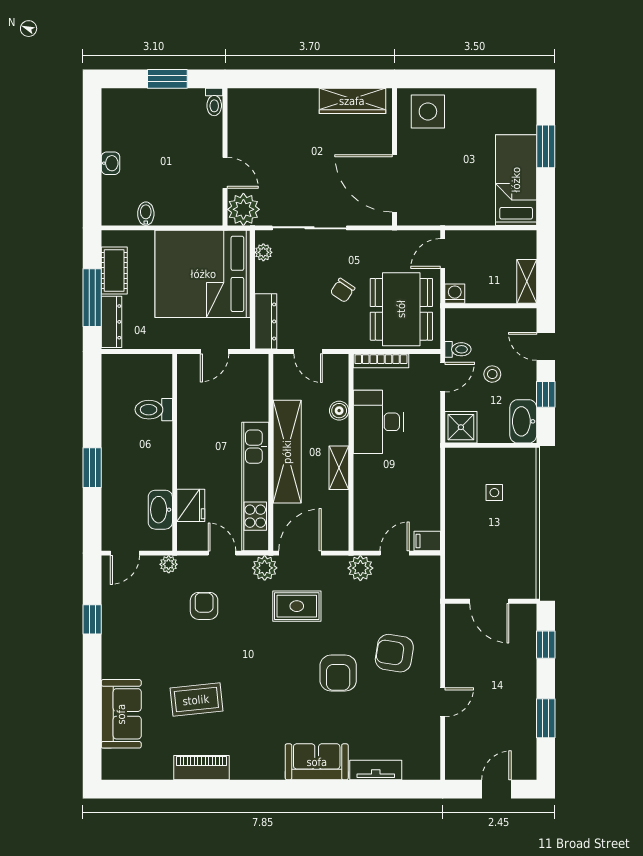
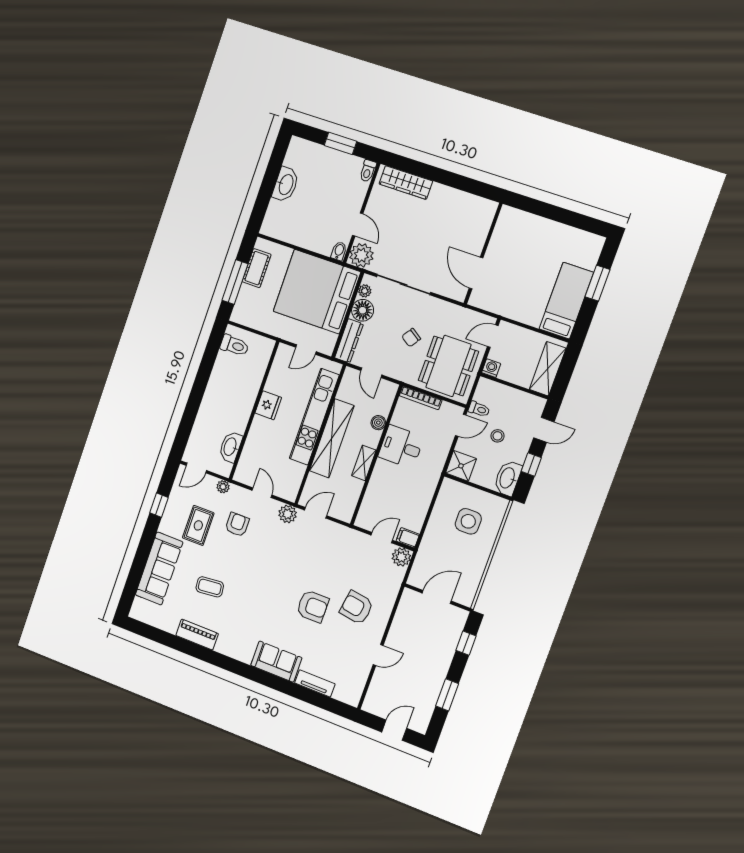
wardrobe: (352, 101) -> (406, 183), moved
side table: (428, 111) -> (519, 228), removed
washbasin: (111, 163) -> (286, 184), width x1.91, depth x1.45
door: (395, 183) -> (476, 273), width x0.73
bidet: (146, 214) -> (339, 251), moved
floor lamp: (269, 277) -> (363, 310), added
shelving: (527, 281) -> (548, 369), width x1.50, depth x1.33
dresser: (111, 322) -> (242, 304), removed
door: (546, 346) -> (544, 430), swing flipped
toilet: (154, 410) -> (234, 345), moved, turned 180
desk: (378, 422) -> (401, 447), width x0.73
window: (92, 468) -> (195, 401), removed
kitchen unit: (255, 487) -> (314, 417), moved
side table: (494, 493) -> (468, 521), width x1.87, depth x1.87
fridge: (191, 505) -> (268, 405), moved
door: (300, 553) -> (316, 513), width x0.73
plant: (360, 568) -> (401, 557), moved
door: (489, 601) -> (437, 597), swing flipped
rug: (297, 606) -> (198, 525), moved, turned 90
armchair: (338, 673) -> (313, 606), turned -90
coffee table: (196, 700) -> (210, 587), width x0.73, depth x0.77
sofa: (121, 714) -> (159, 568), width x1.36

